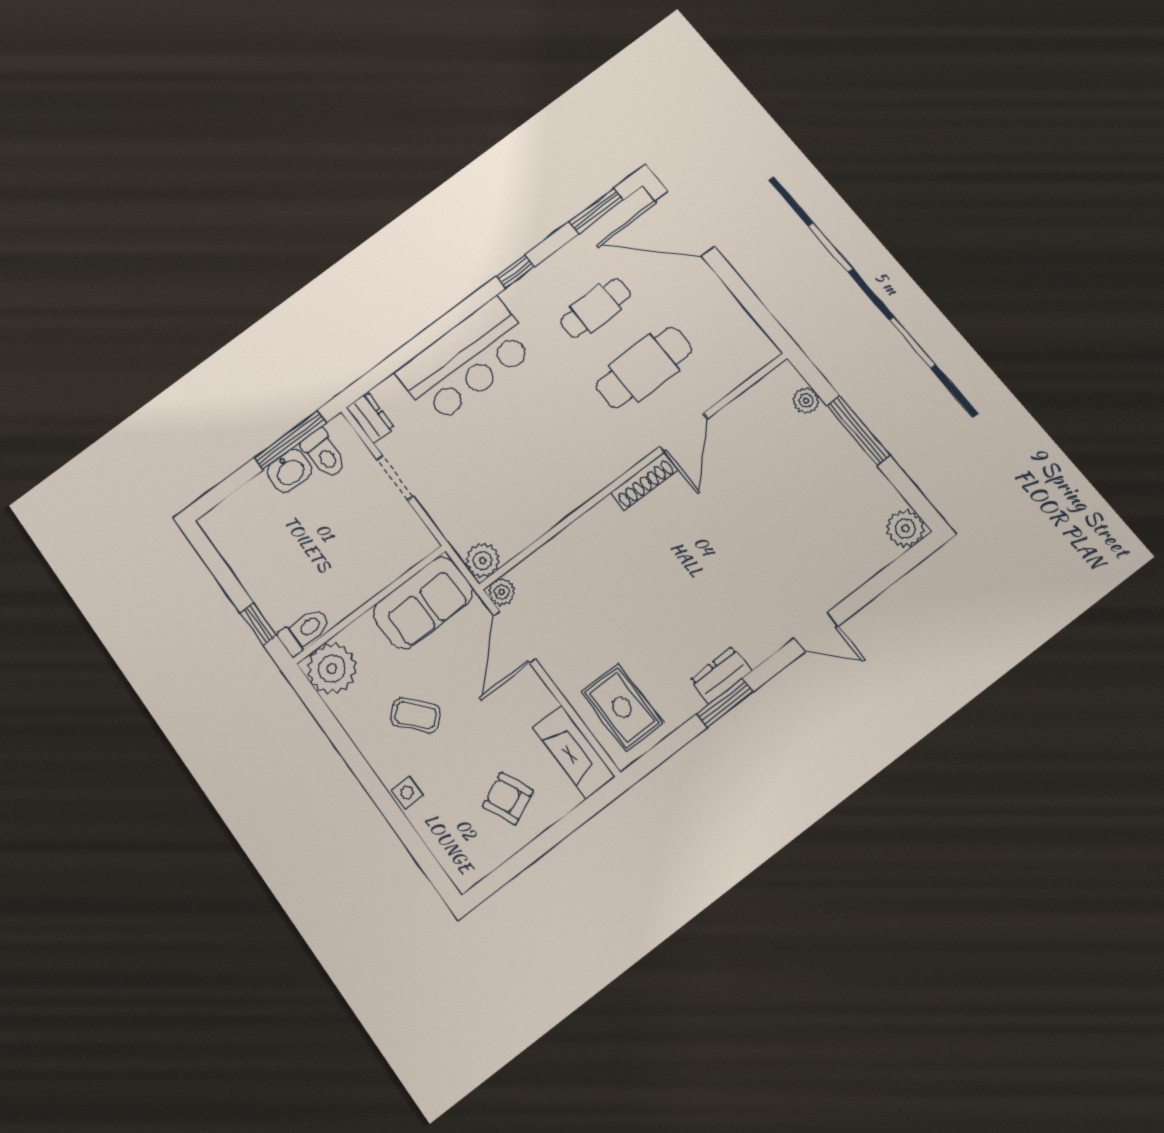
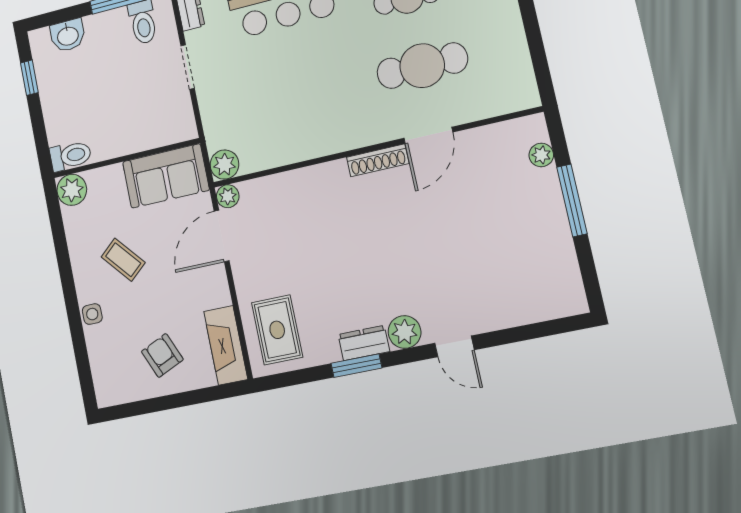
washbasin: (289, 471) -> (68, 35), moved
plant: (905, 528) -> (405, 332), moved
window: (258, 624) -> (29, 78), moved
plant: (332, 669) -> (72, 190), width x0.73, depth x0.73

